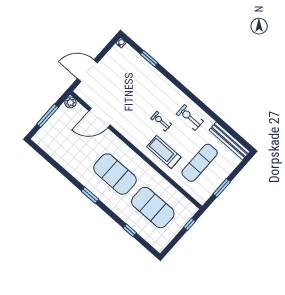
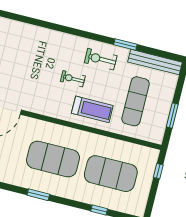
window: (149, 59) -> (125, 45), moved
treadmill: (164, 152) -> (92, 109), turned 180

